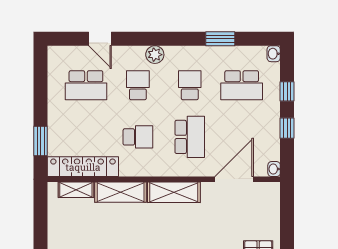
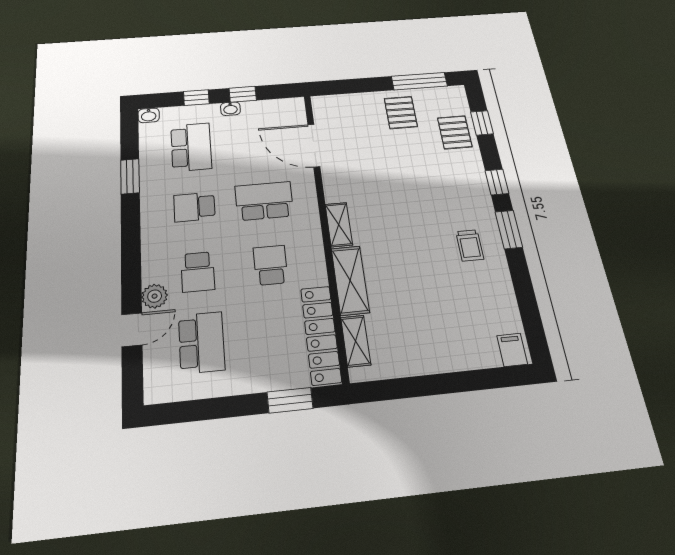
plant: (155, 55) -> (155, 296), moved
school desk: (138, 85) -> (198, 272), turned -90
washbasin: (274, 169) -> (230, 109), moved
shelving: (174, 192) -> (339, 224), width x0.67, depth x0.75

